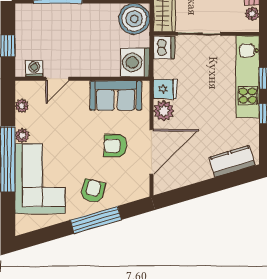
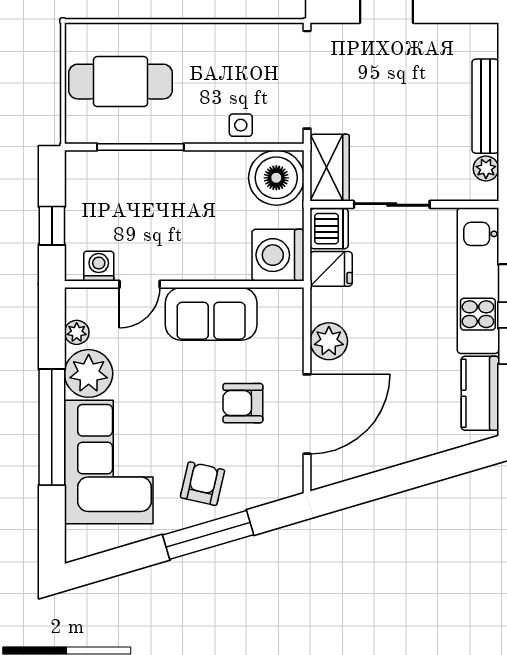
fridge: (165, 89) -> (331, 269), moved
sofa: (116, 95) -> (211, 314), moved
plant: (22, 135) -> (89, 373), width x1.87, depth x1.87
kitchen counter: (232, 161) -> (480, 393), moved, turned -74

